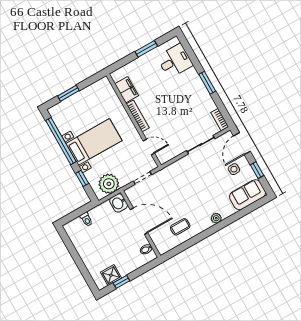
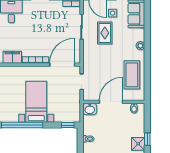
door: (149, 147) -> (62, 65), width x1.88
rug: (208, 173) -> (105, 33), added
window: (82, 178) -> (68, 125), moved
plant: (109, 184) -> (72, 108), removed
coffee table: (180, 227) -> (132, 75), width x1.86, depth x1.72

